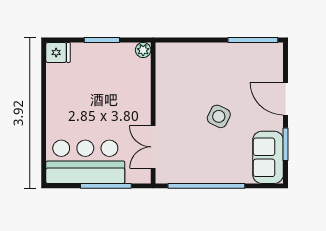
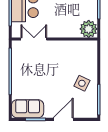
plant: (143, 50) -> (89, 29), width x1.88, depth x1.88
side table: (219, 116) -> (82, 83), moved

